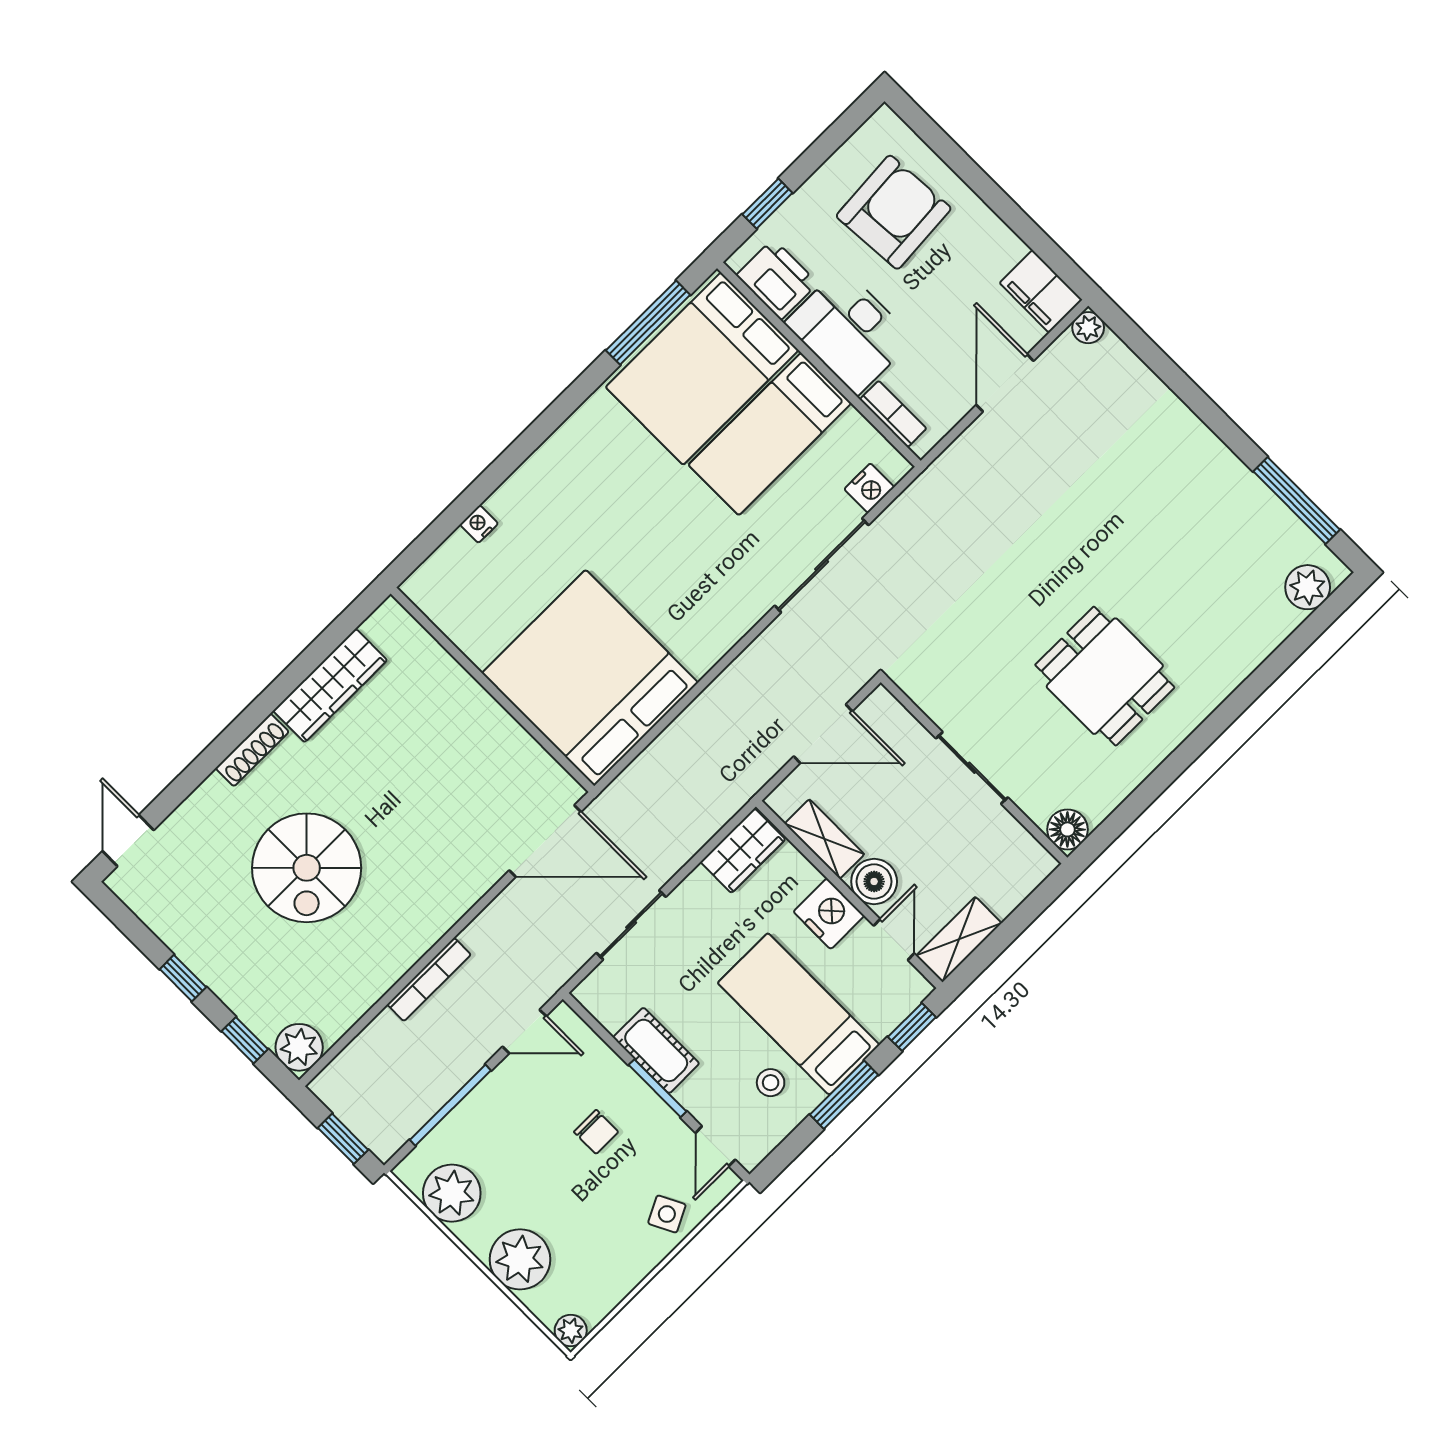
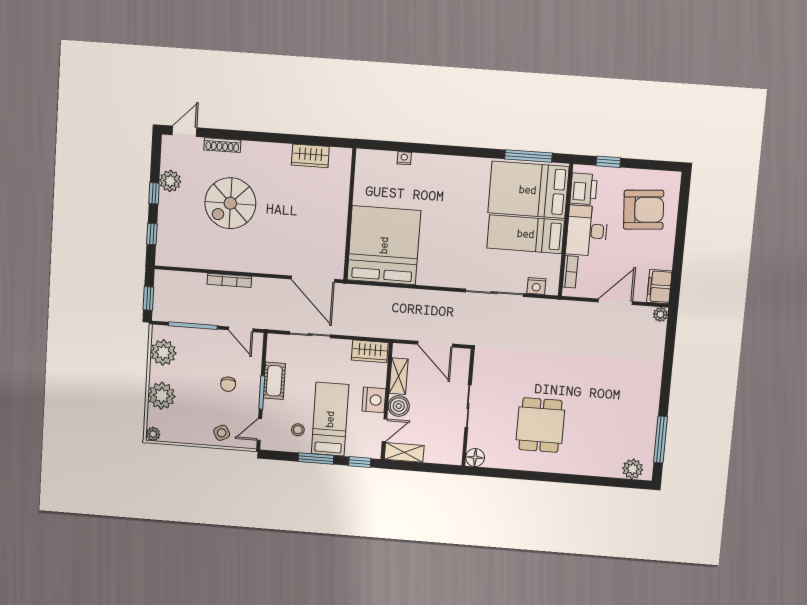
wardrobe: (330, 685) -> (310, 156), width x0.67
shoe rack: (252, 750) -> (222, 145), moved
plant: (299, 1047) -> (170, 181), moved

